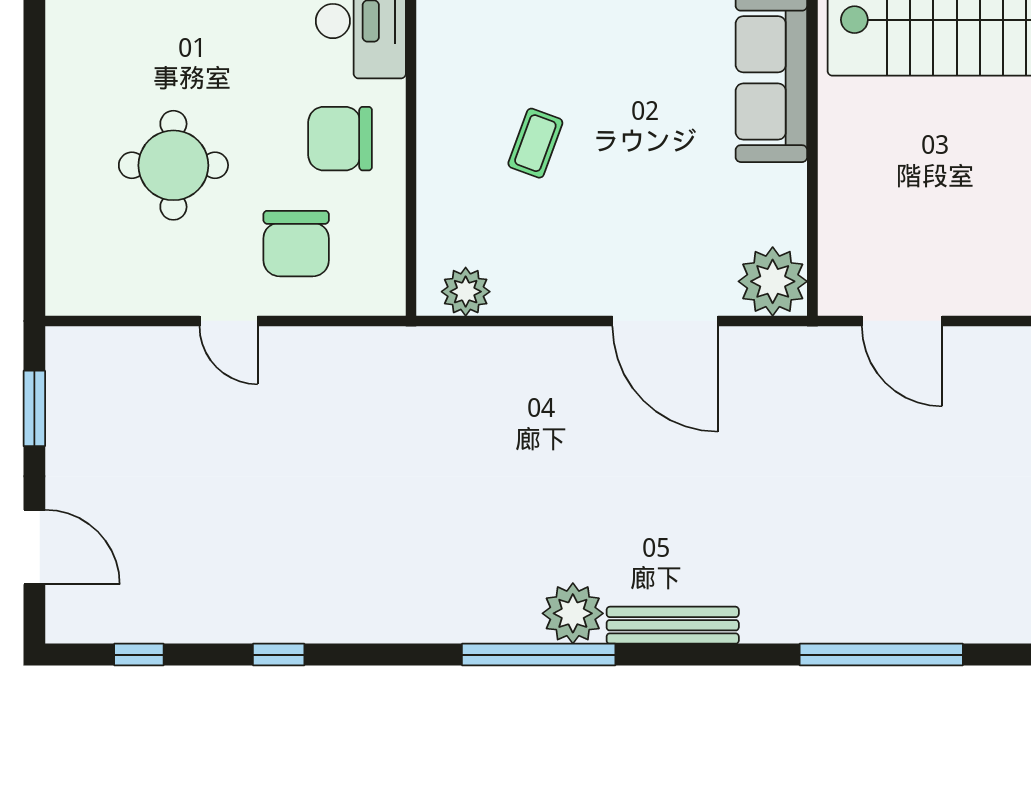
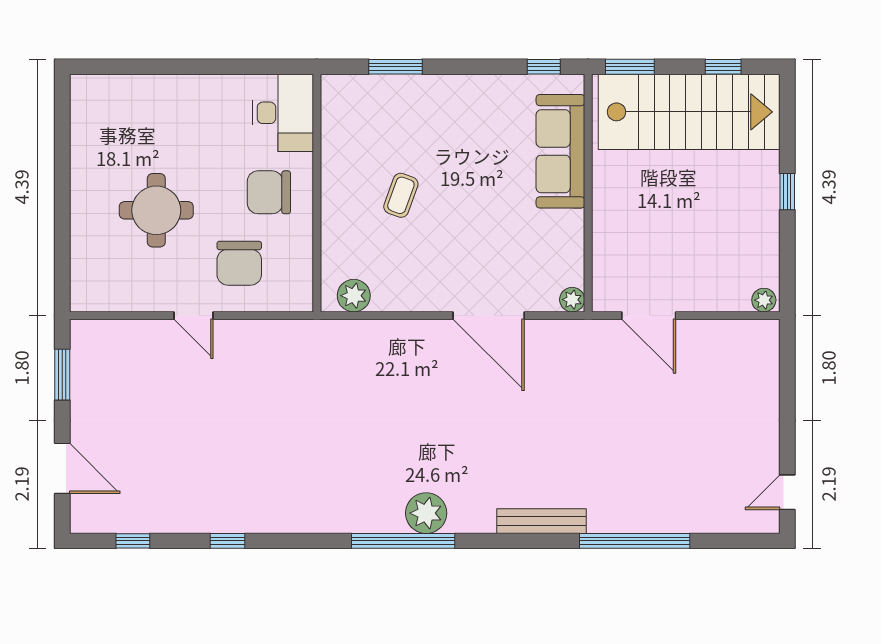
plant: (773, 281) -> (572, 300), width x0.53, depth x0.53
bench: (673, 625) -> (542, 521), moved

